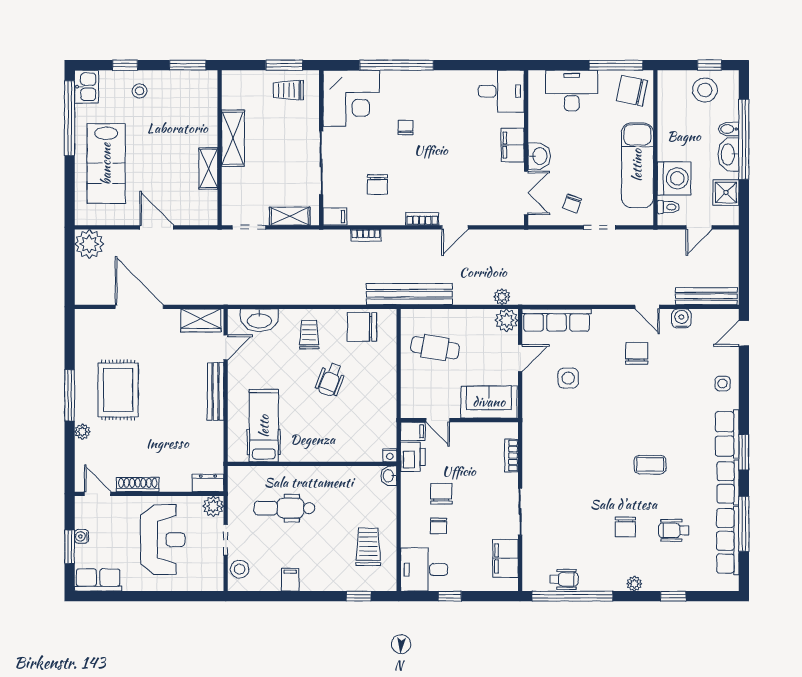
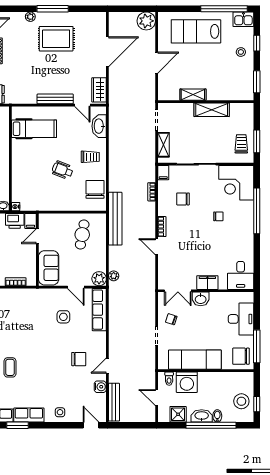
chair: (632, 91) -> (241, 356), turned -102

